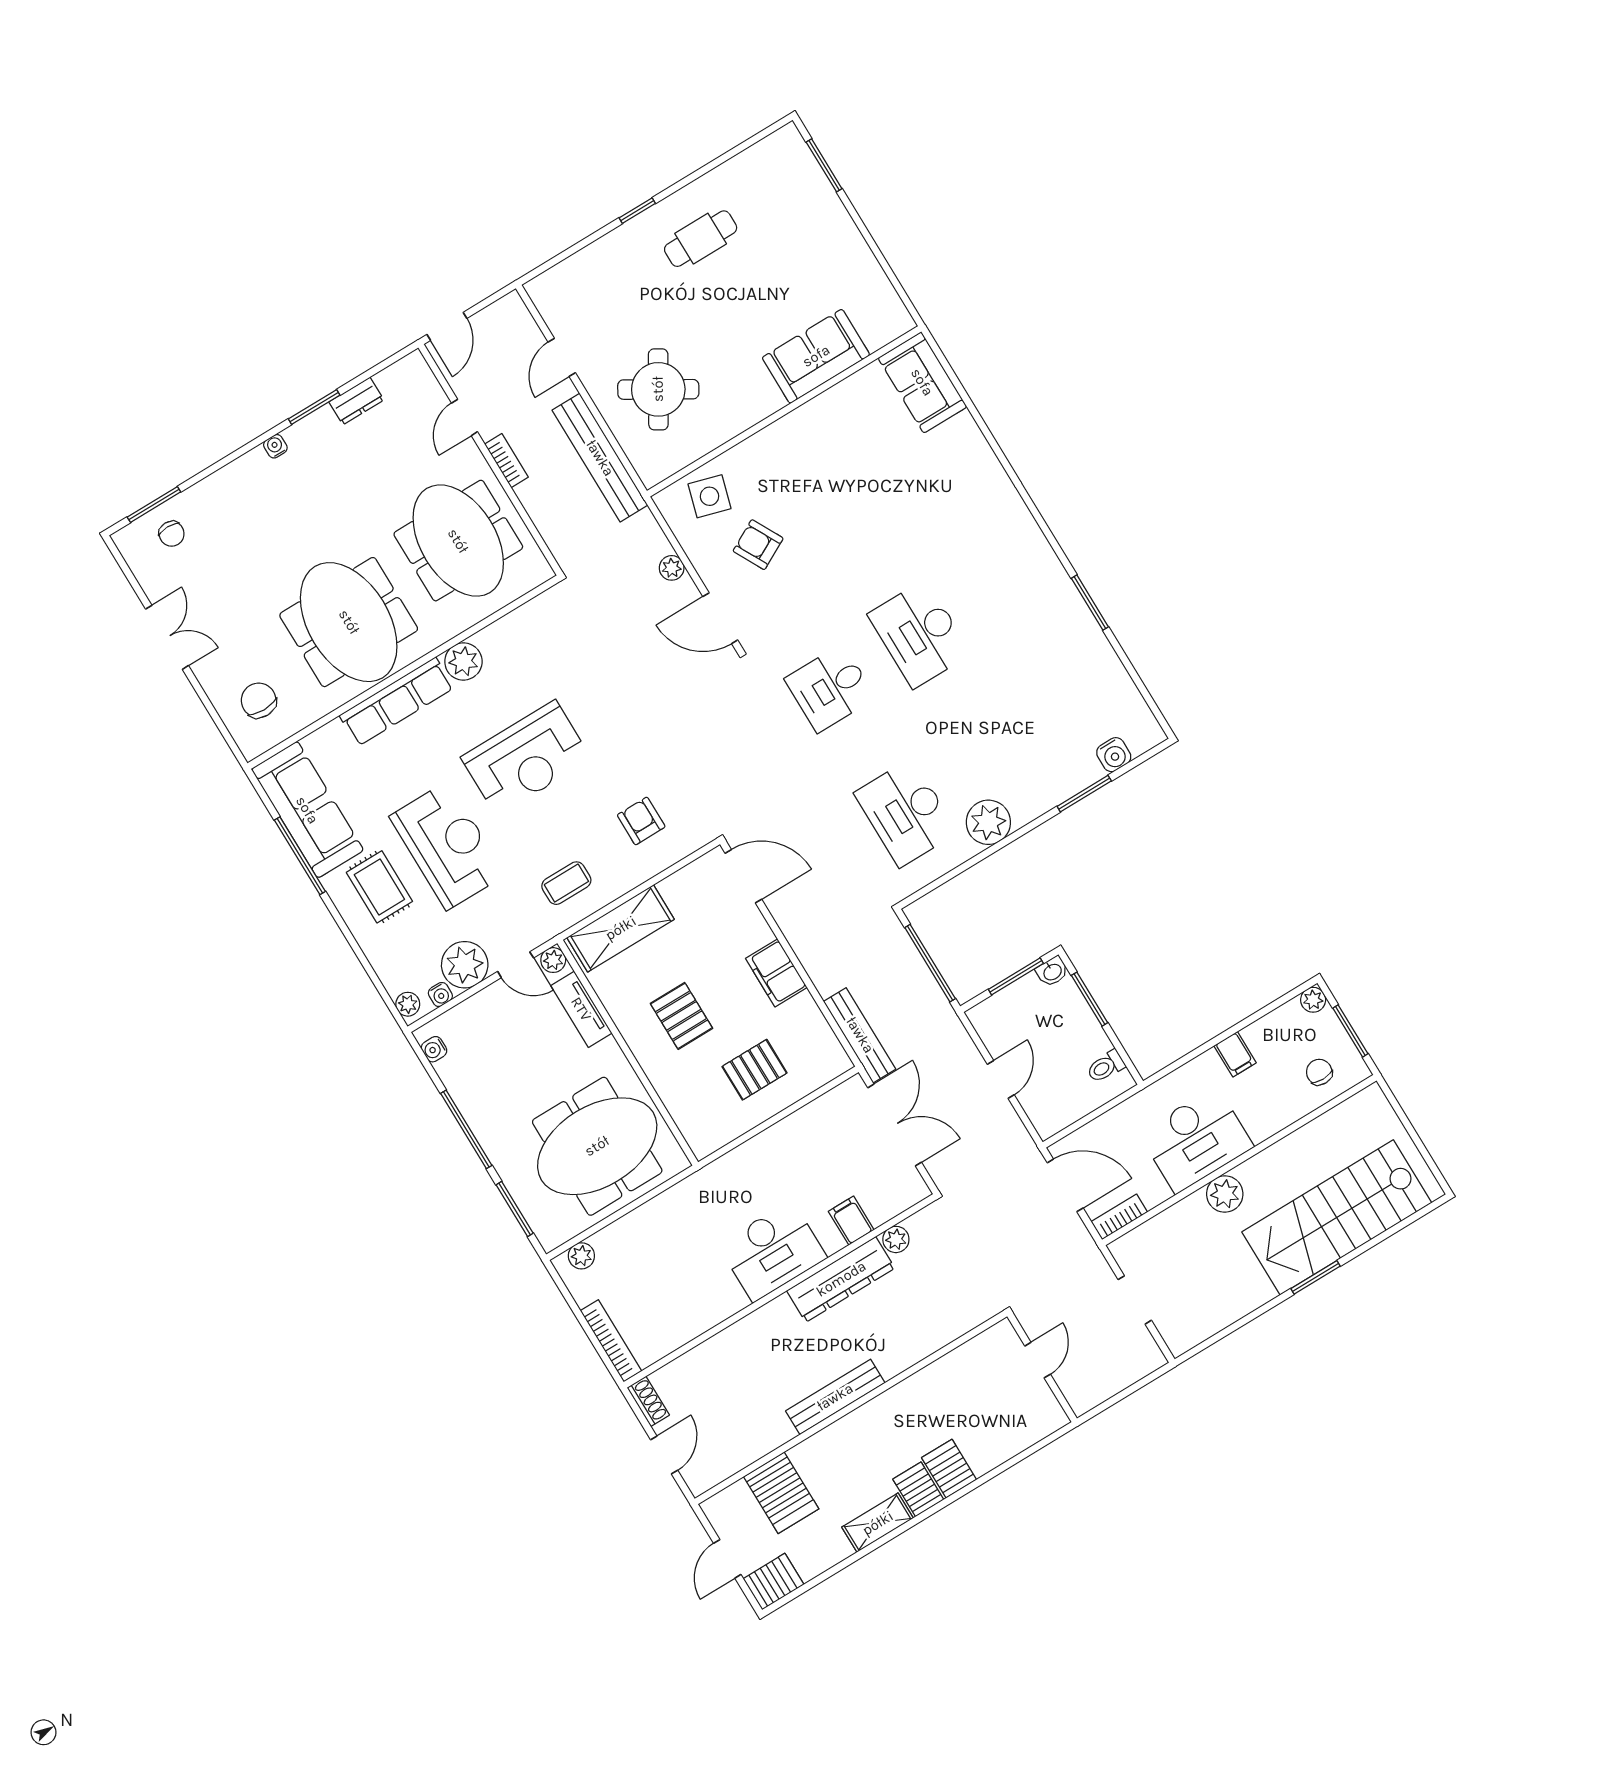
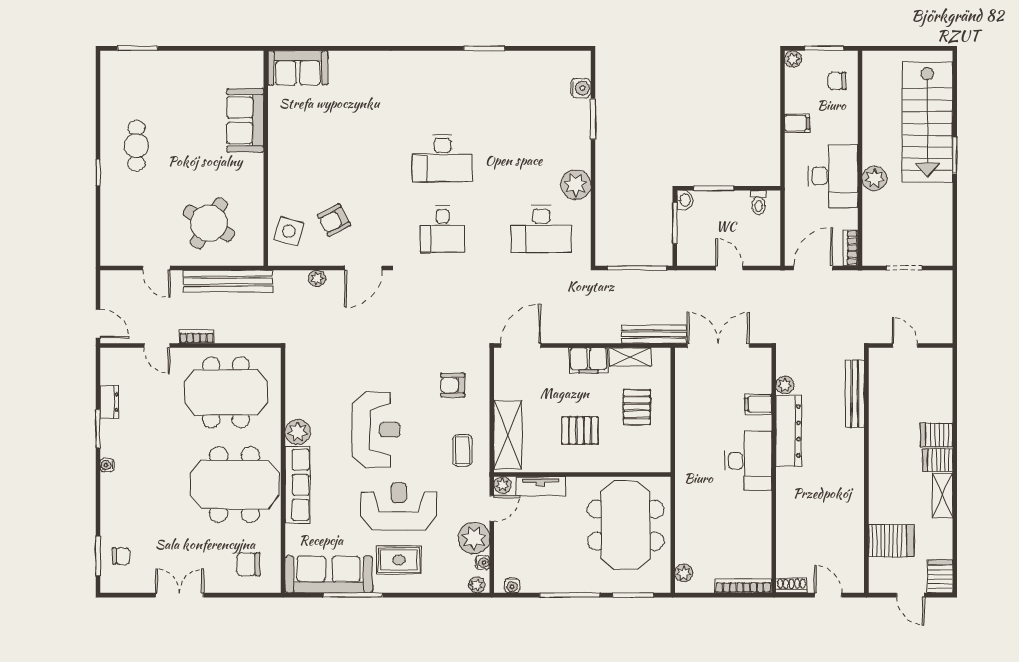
shelving: (813, 1023) -> (630, 357), added
bench: (835, 1397) -> (855, 394), moved

